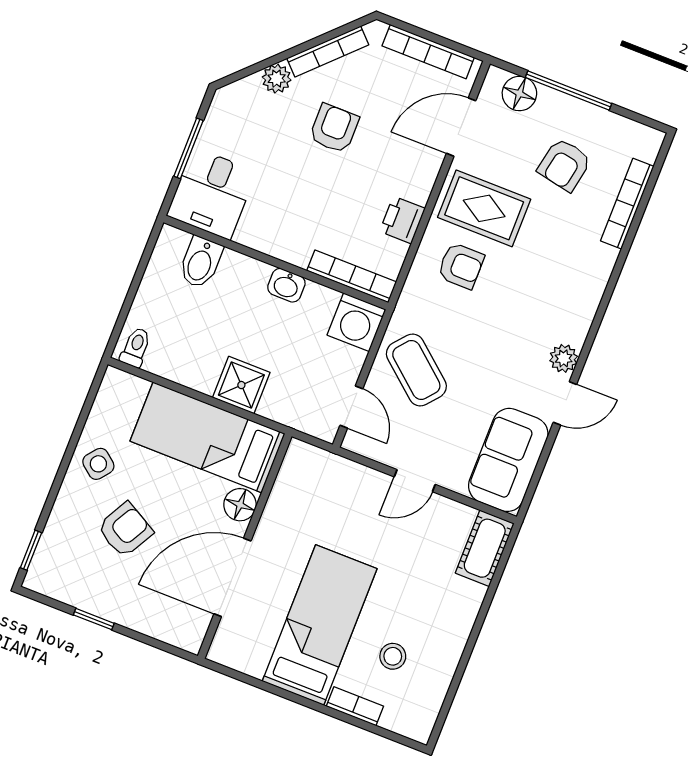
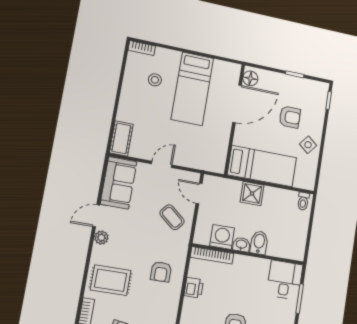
rug: (484, 208) -> (111, 280), moved
bidet: (201, 262) -> (259, 243), moved
armchair: (461, 266) -> (161, 272), turned -90
washing machine: (356, 322) -> (222, 237), moved
coffee table: (416, 370) -> (172, 217), width x0.73, depth x0.77
floor lamp: (240, 505) -> (250, 78), moved
armchair: (125, 530) -> (290, 117), turned -119
bookcase: (355, 706) -> (142, 48), moved

